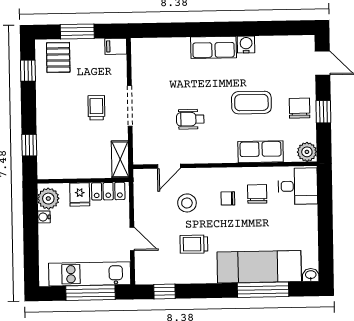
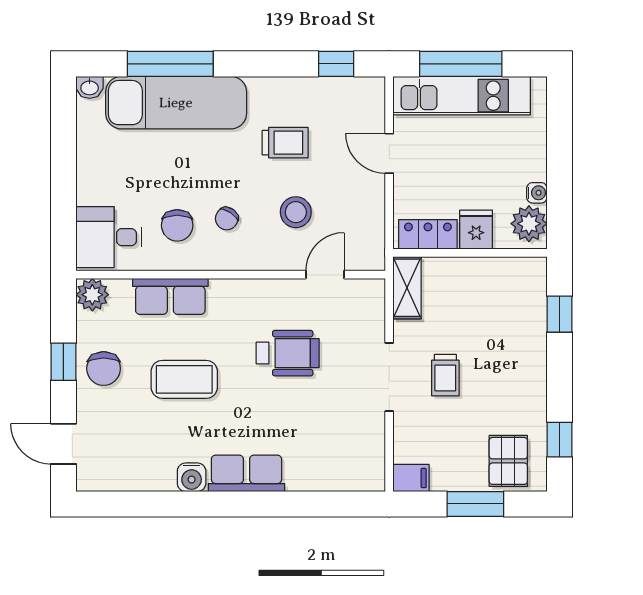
wheelchair: (190, 119) -> (288, 353), width x1.36, depth x1.37
chair: (228, 198) -> (227, 219), turned 124

